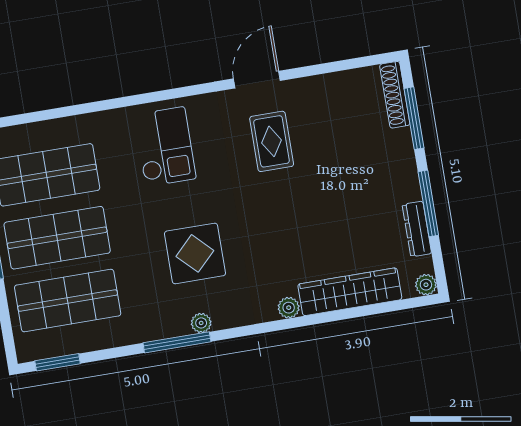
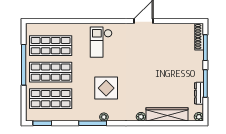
rug: (272, 141) -> (145, 47), removed
checkout: (165, 147) -> (101, 42), turned 180

